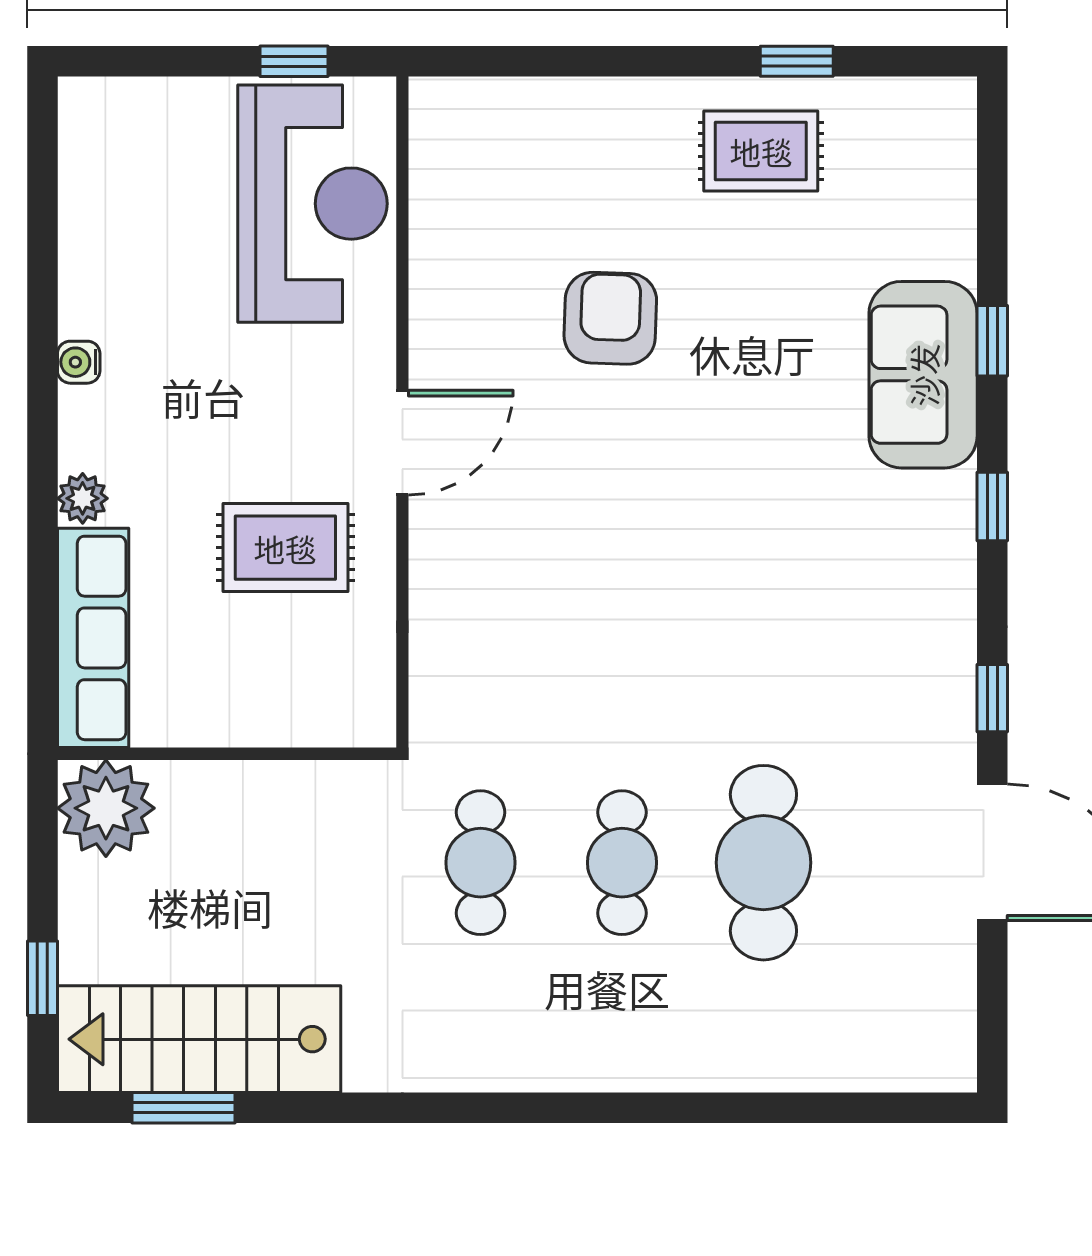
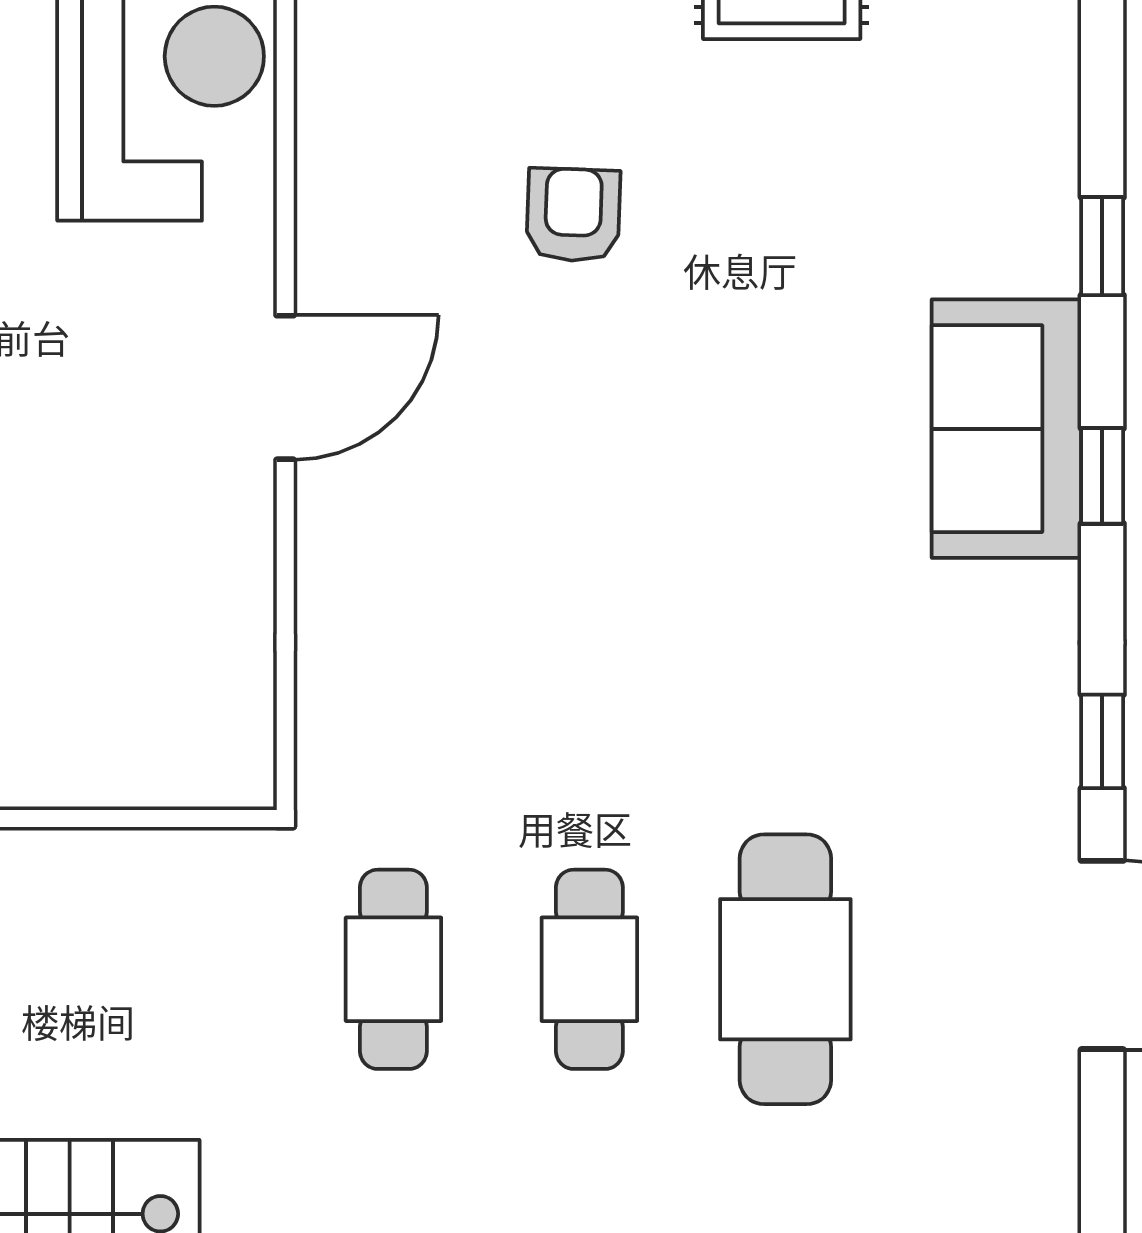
armchair: (610, 318) -> (573, 215), width x0.72, depth x0.72
sofa: (923, 375) -> (1006, 429), moved
rug: (285, 548) -> (123, 533), removed

